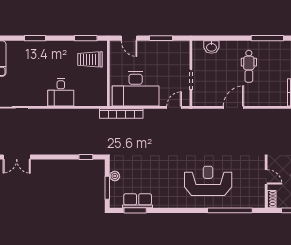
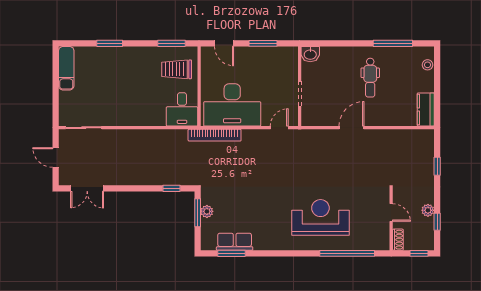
washbasin: (211, 47) -> (310, 54), moved
desk: (61, 92) -> (182, 109), moved
window: (107, 188) -> (198, 213), moved

